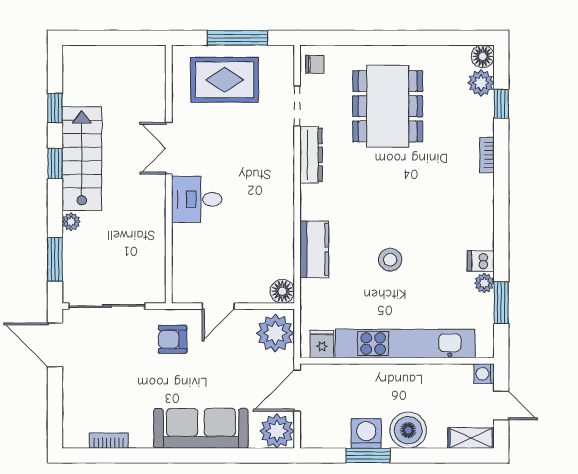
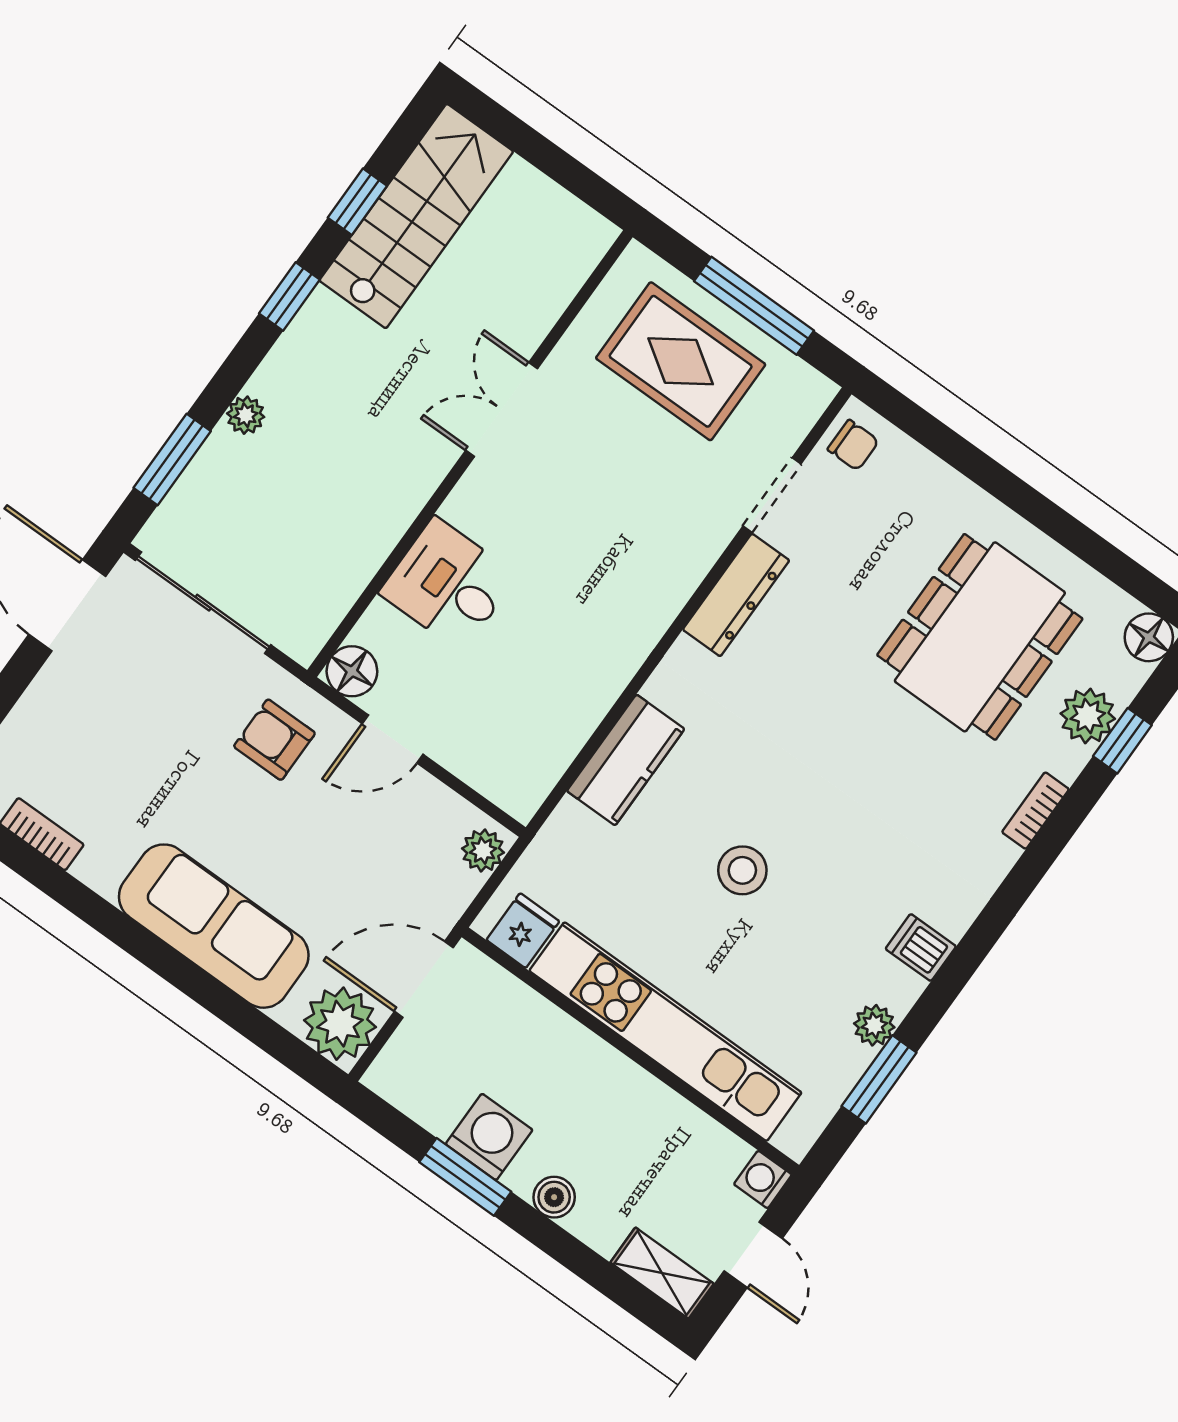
plant: (481, 83) -> (1088, 716), moved
dining table: (388, 106) -> (980, 637), moved
stairs: (82, 159) -> (416, 216), moved
desk: (197, 199) -> (448, 584), moved
dishwasher: (481, 261) -> (921, 948), moved
floor lamp: (282, 291) -> (352, 671), moved
plant: (275, 333) -> (483, 850), width x0.53, depth x0.53
boiler: (408, 430) -> (554, 1197), width x0.54, depth x0.54

